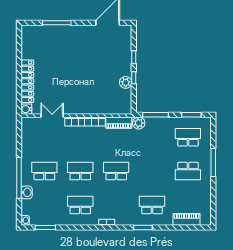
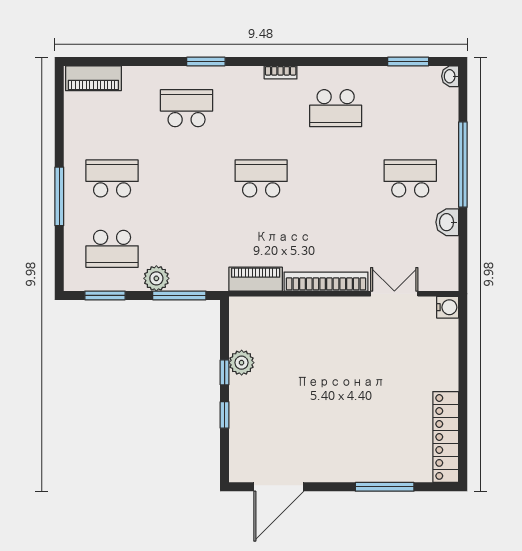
locker: (27, 81) -> (446, 437), moved
double door: (52, 116) -> (394, 294), swing flipped
plant: (139, 123) -> (156, 278), moved
school desk: (44, 171) -> (410, 178), turned 180
school desk: (80, 171) -> (336, 178), removed
school desk: (116, 171) -> (261, 178), turned 180
washbasin: (27, 192) -> (447, 222), moved
school desk: (152, 205) -> (187, 108), turned 180
piano: (186, 219) -> (93, 78), moved

